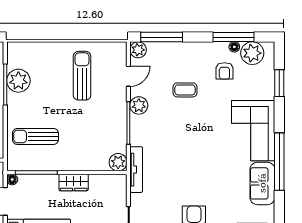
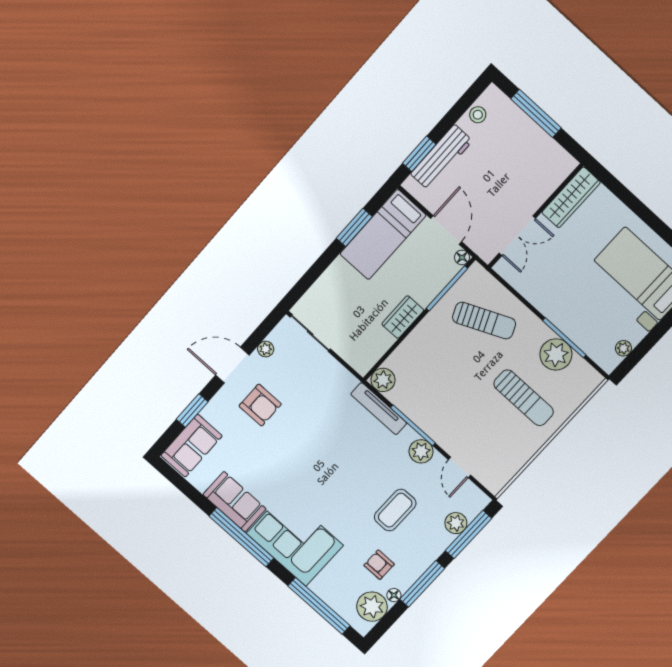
window: (234, 37) -> (422, 584), moved
plant: (138, 50) -> (456, 523), moved
sun lounger: (82, 76) -> (524, 398), moved
window: (279, 83) -> (319, 606), width x2.11
coffee table: (185, 90) -> (395, 510), width x1.36, depth x1.30
sun lounger: (35, 136) -> (484, 321), turned 66
tv unit: (136, 170) -> (379, 409), moved

